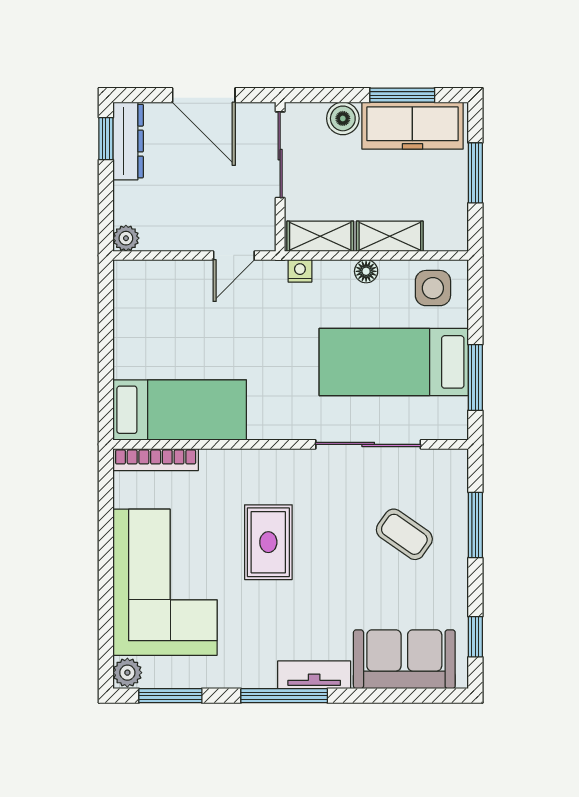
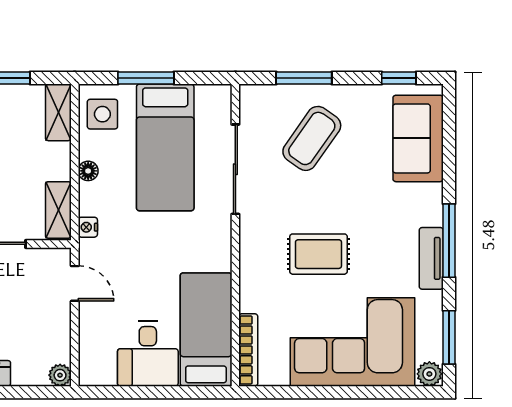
shelving: (390, 236) -> (58, 112), moved
desk: (151, 342) -> (148, 354), added
window: (475, 377) -> (146, 78), moved
coffee table: (404, 534) -> (312, 138), width x1.36, depth x1.30
tv unit: (314, 675) -> (431, 258), moved

